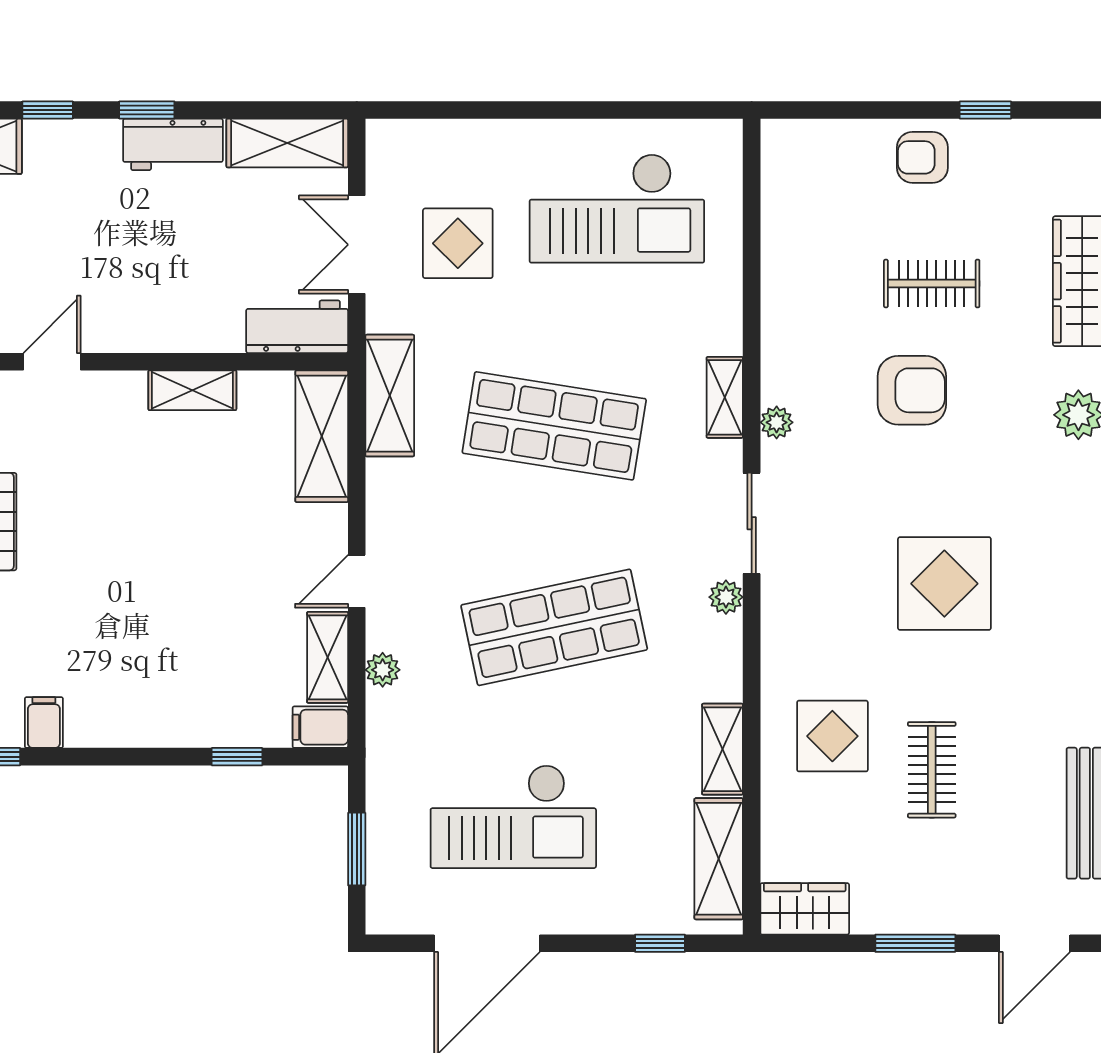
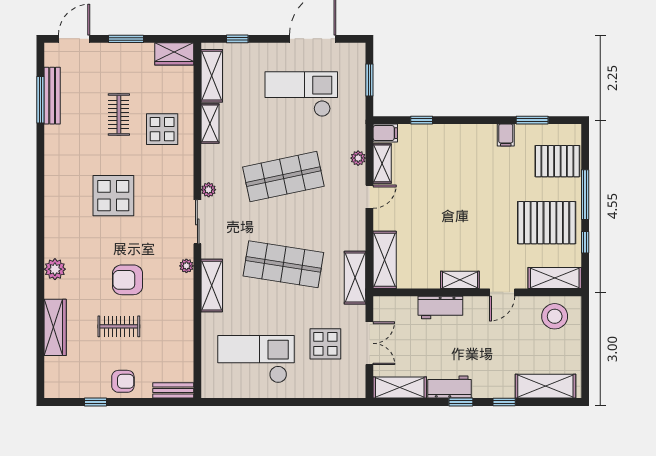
bench: (807, 137) -> (173, 390), added
workbench: (297, 327) -> (440, 308), moved
shelving: (192, 390) -> (460, 280), moved
shelving: (725, 397) -> (212, 286), width x1.50, depth x1.33

